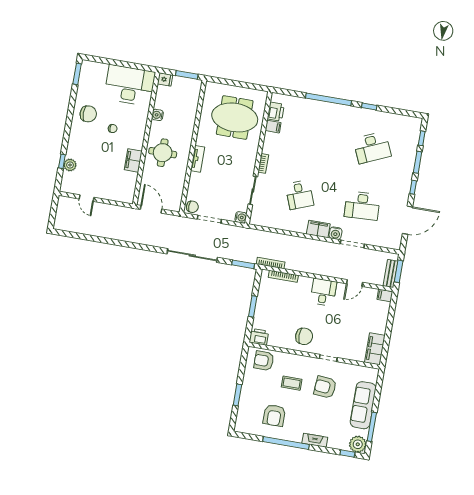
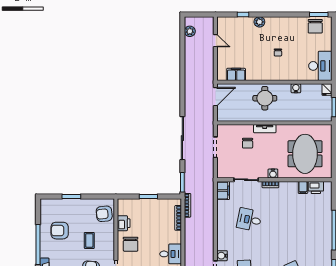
desk: (130, 85) -> (320, 66), width x0.73, depth x0.77
chair: (88, 114) -> (315, 26), moved
filing cabinet: (133, 160) -> (236, 74), moved
plant: (70, 165) -> (259, 22), moved
desk: (299, 195) -> (249, 220), turned 33
door: (87, 198) -> (215, 41), swing flipped
chair: (192, 207) -> (248, 143), moved
water cooler: (241, 217) -> (273, 174), moved
plant: (71, 226) -> (190, 31), added
filing cabinet: (318, 229) -> (223, 191), moved
printer: (259, 337) -> (124, 223), moved
armchair: (264, 361) -> (104, 214), turned -96

